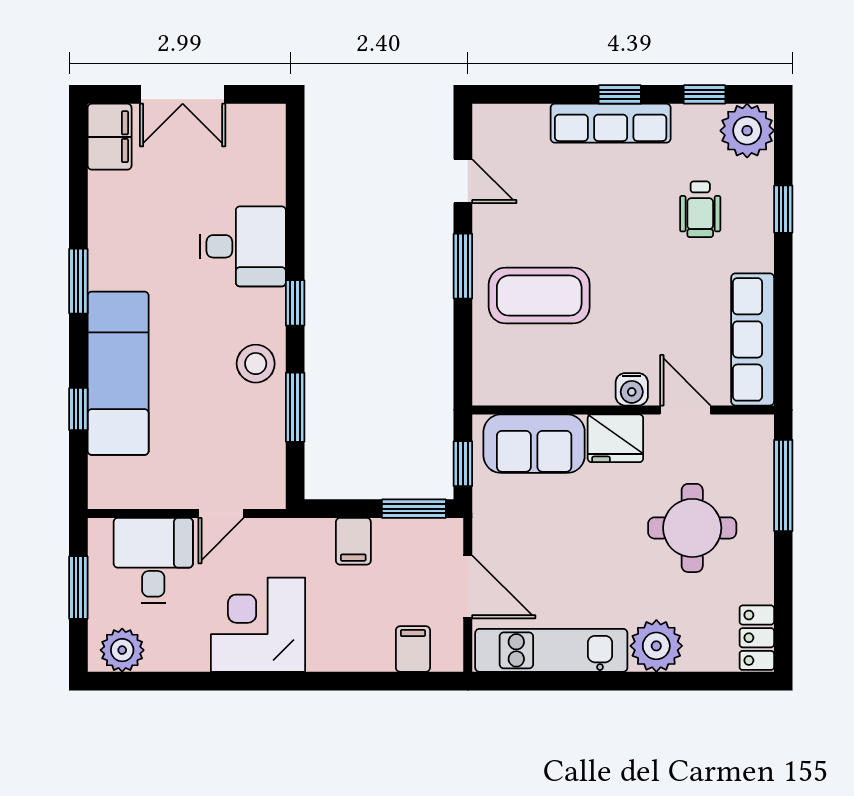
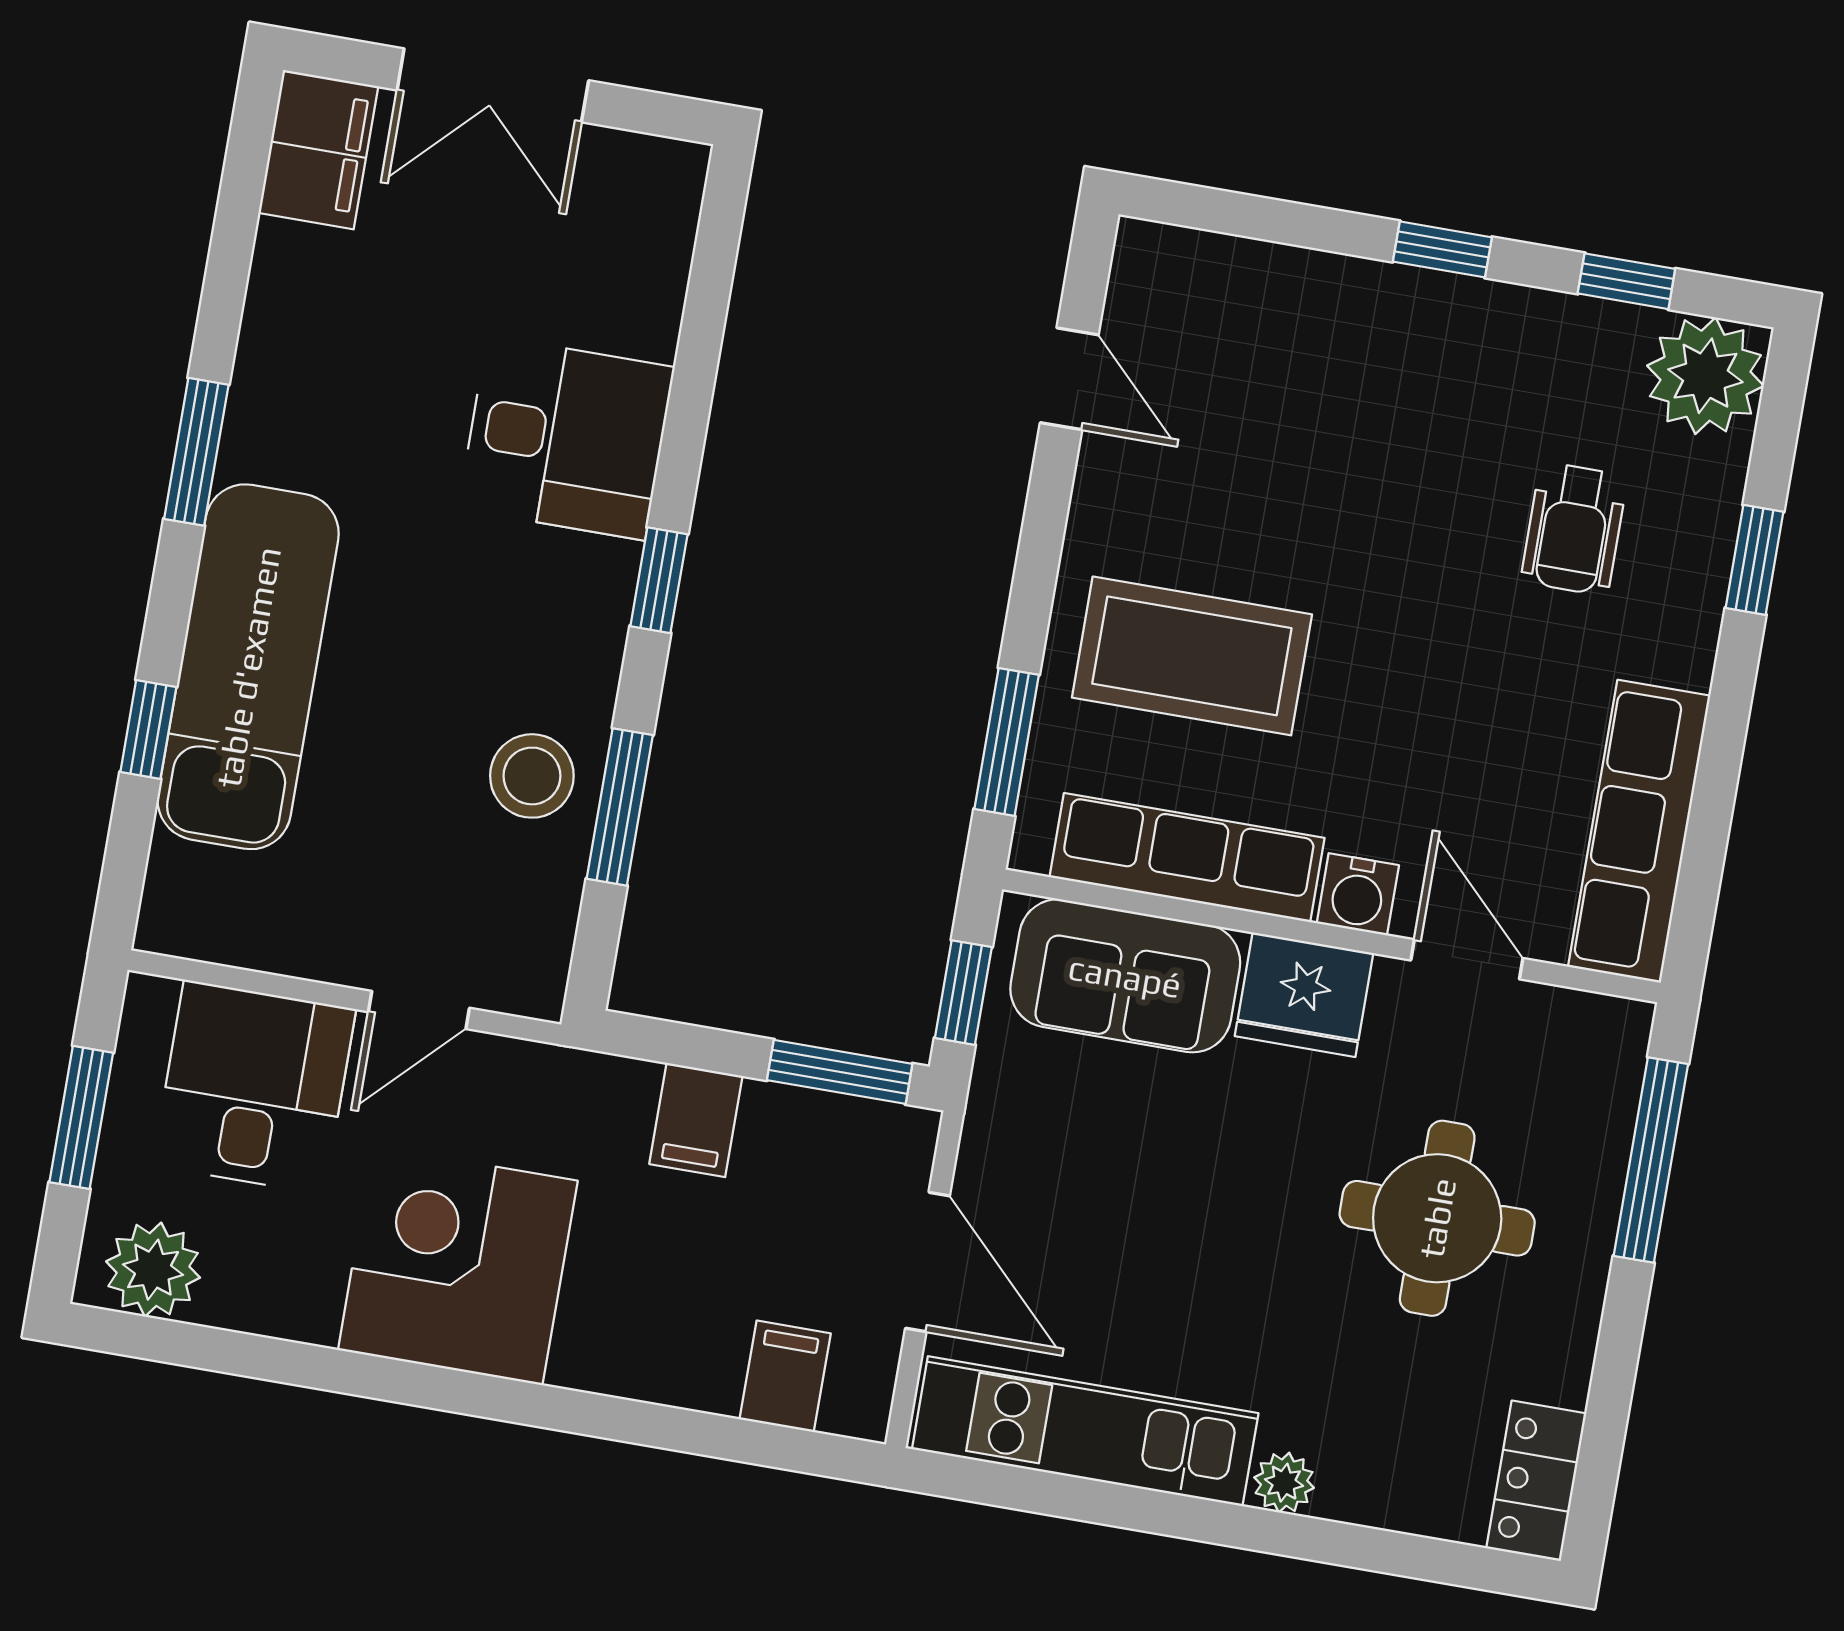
row of seats: (611, 123) -> (1187, 858), moved, turned 180
window: (463, 266) -> (1007, 742), moved
stool: (256, 364) -> (532, 776), moved
plant: (656, 646) -> (1284, 1483), width x0.53, depth x0.53

